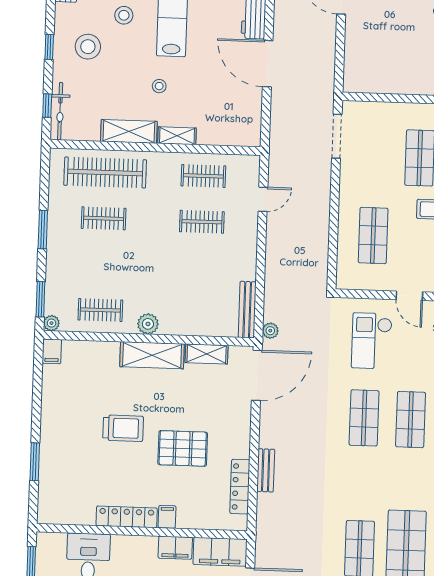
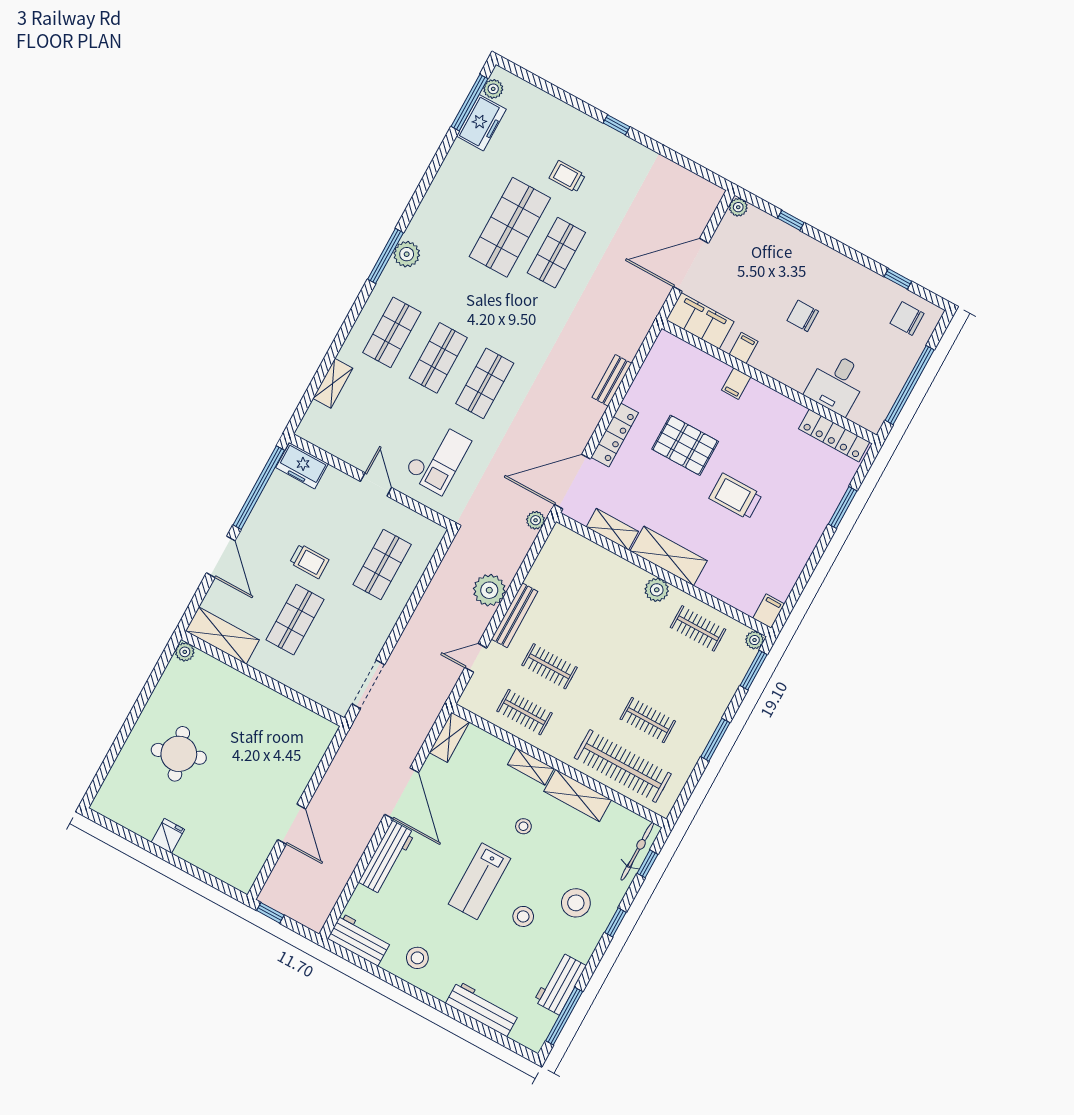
shelving: (252, 127) -> (449, 737), added
plant: (279, 258) -> (489, 590), added
bench: (247, 310) -> (515, 615), moved
locker: (240, 487) -> (615, 435), moved
locker: (127, 517) -> (834, 435), moved
filing cabinet: (175, 548) -> (744, 348), width x0.50

